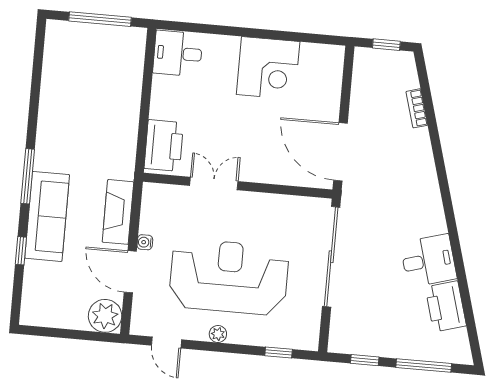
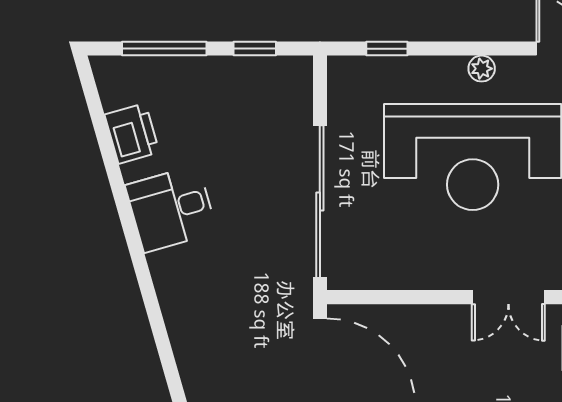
printer: (446, 306) -> (132, 133), width x0.73, depth x0.84

